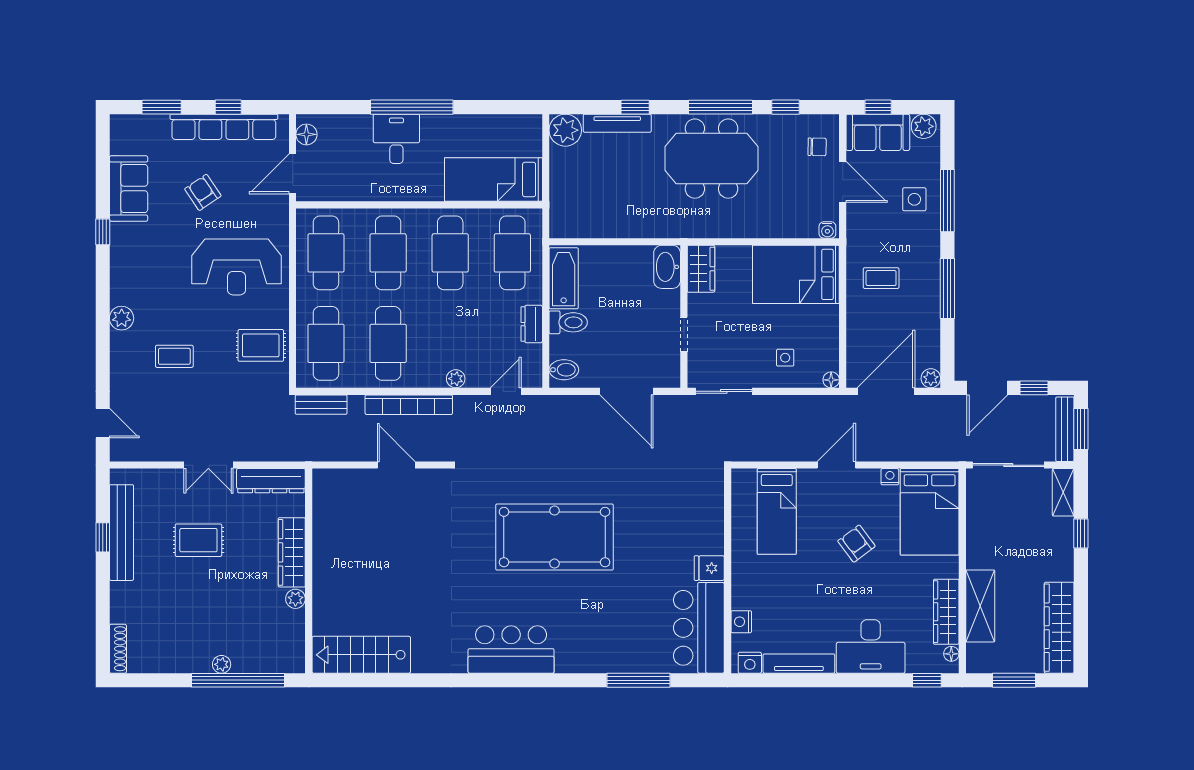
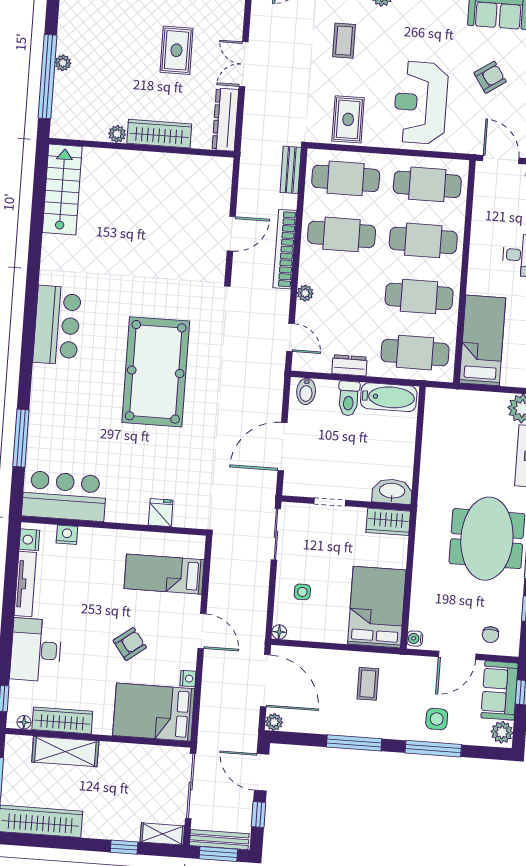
fridge: (709, 568) -> (161, 513), moved

